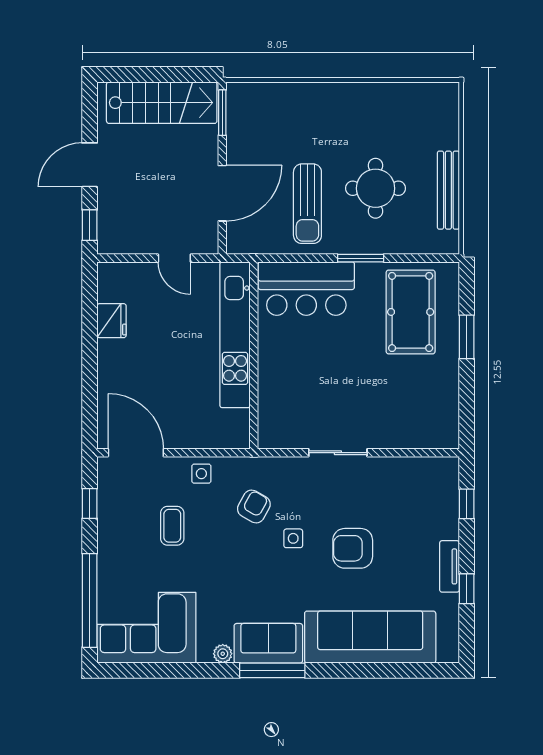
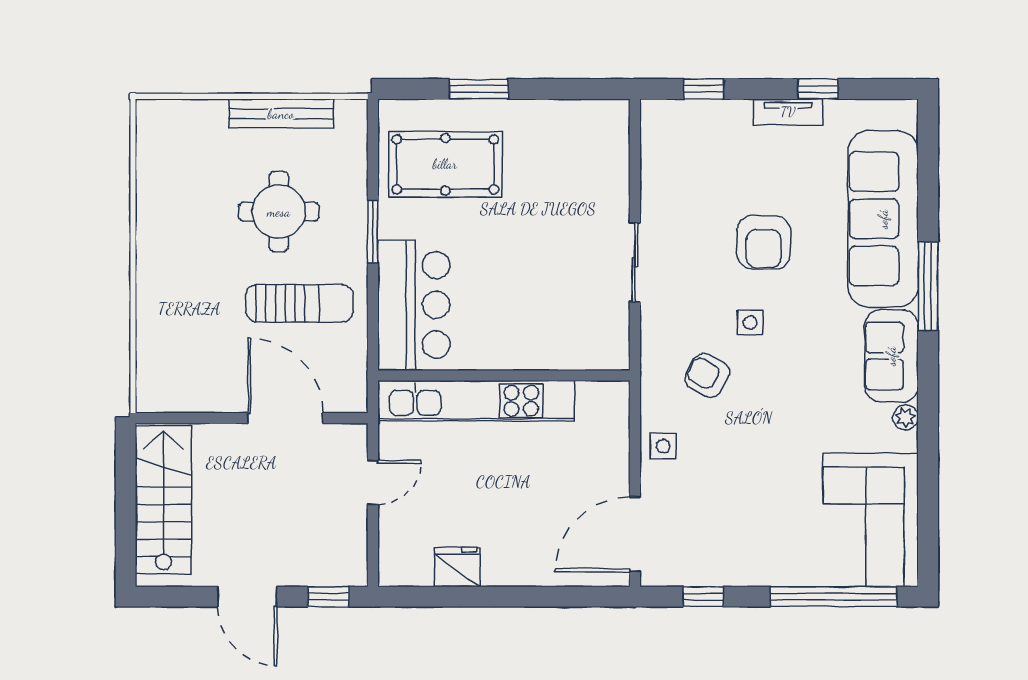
window: (222, 113) -> (177, 418), removed
coffee table: (172, 526) -> (733, 485), removed
window: (272, 670) -> (928, 286), moved

